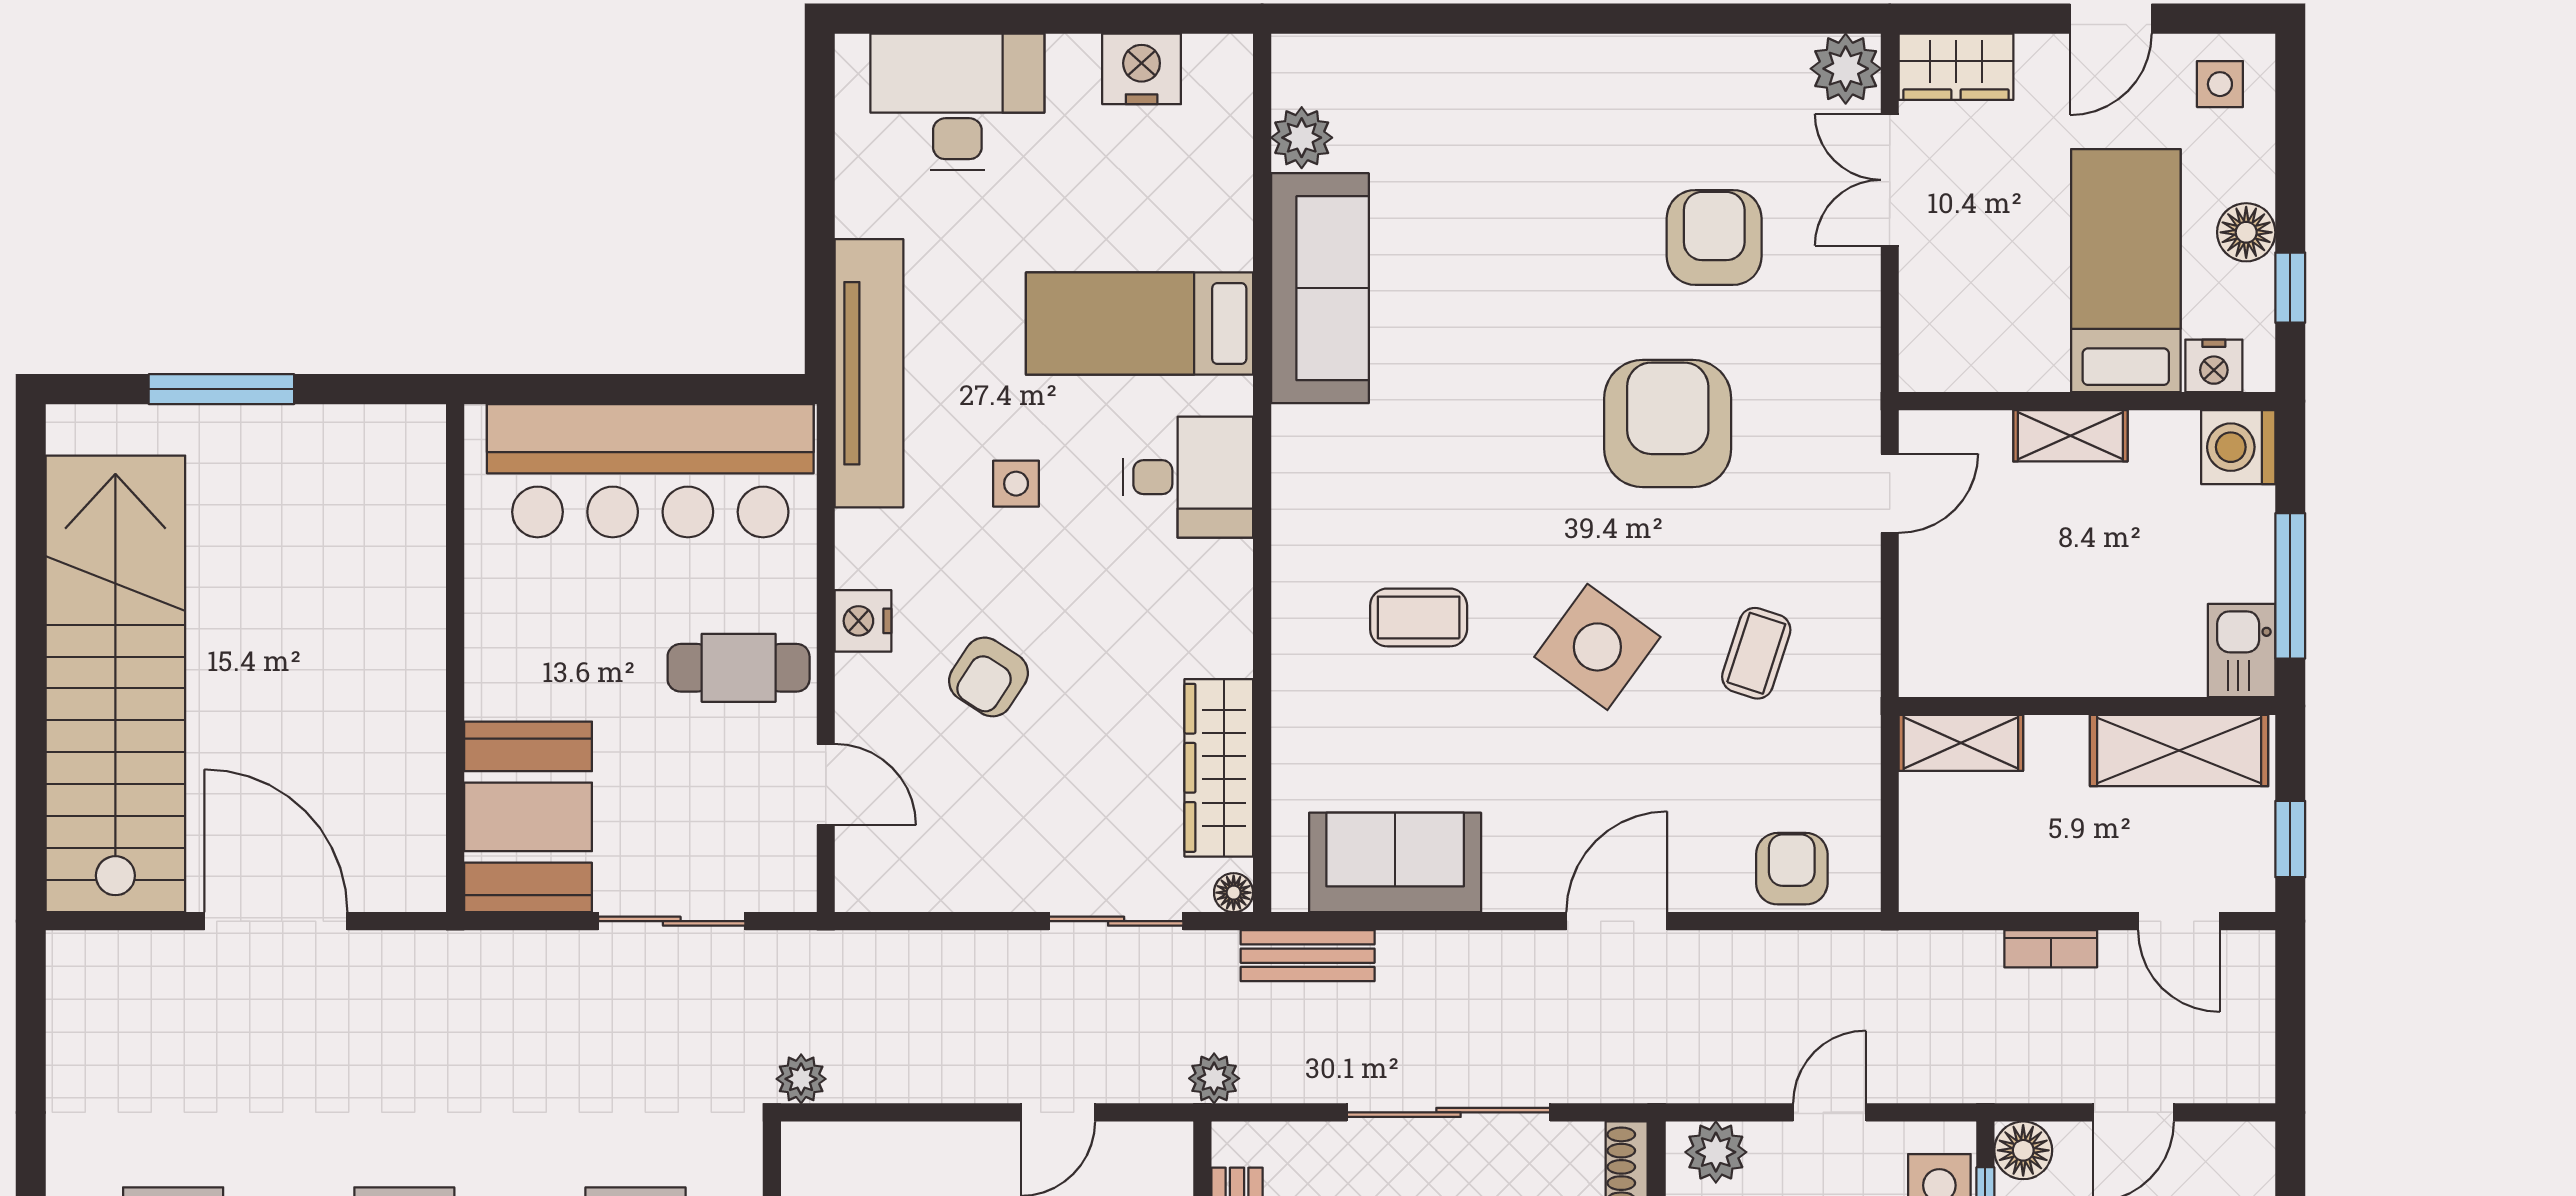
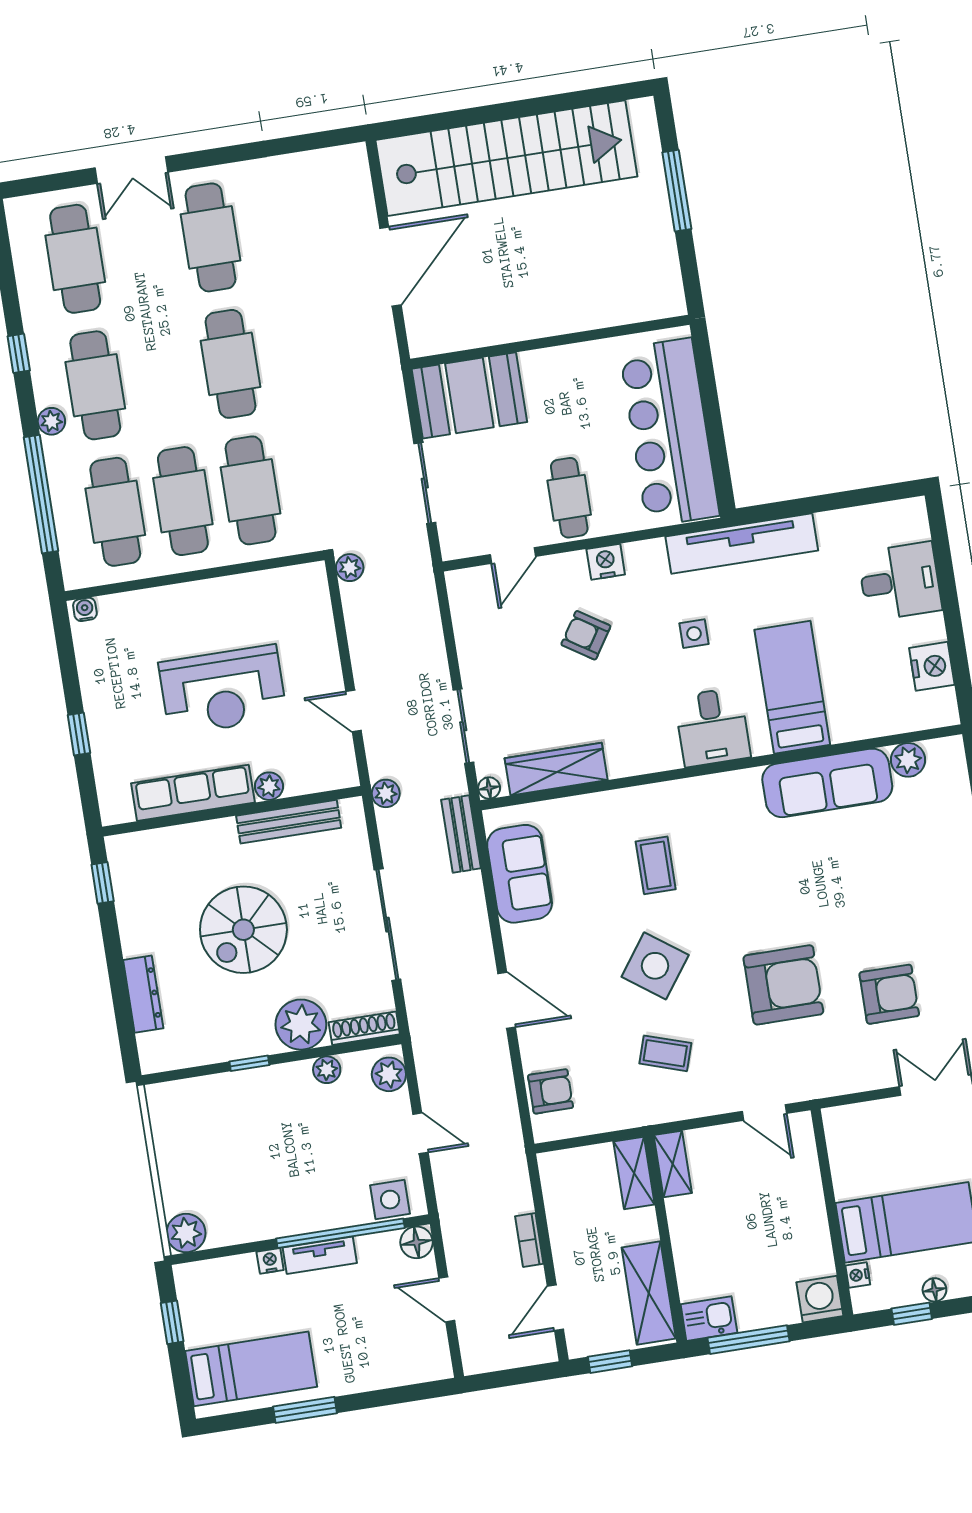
desk: (957, 102) -> (900, 581), width x0.73
floor lamp: (2246, 232) -> (934, 1290), width x0.73, depth x0.73
nightstand: (2214, 366) -> (858, 1275), width x0.72, depth x0.74
shelving: (2070, 436) -> (673, 1164), moved

